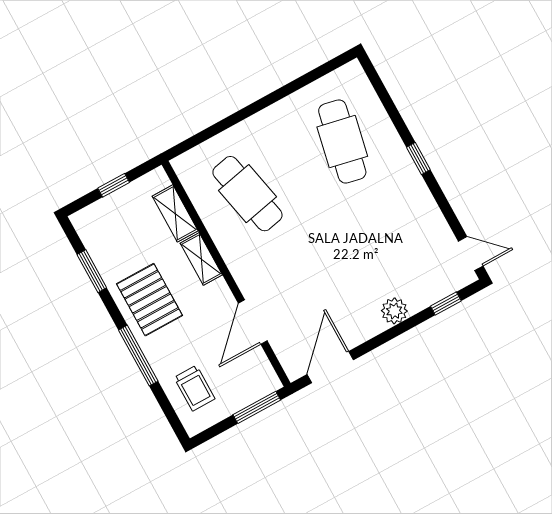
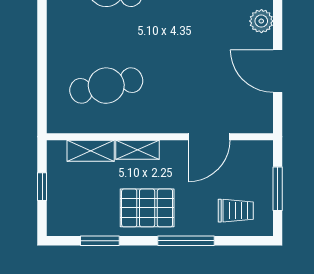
door: (253, 322) -> (209, 137), hinge flipped
door: (330, 367) -> (278, 71), moved
window: (257, 407) -> (278, 189), moved

